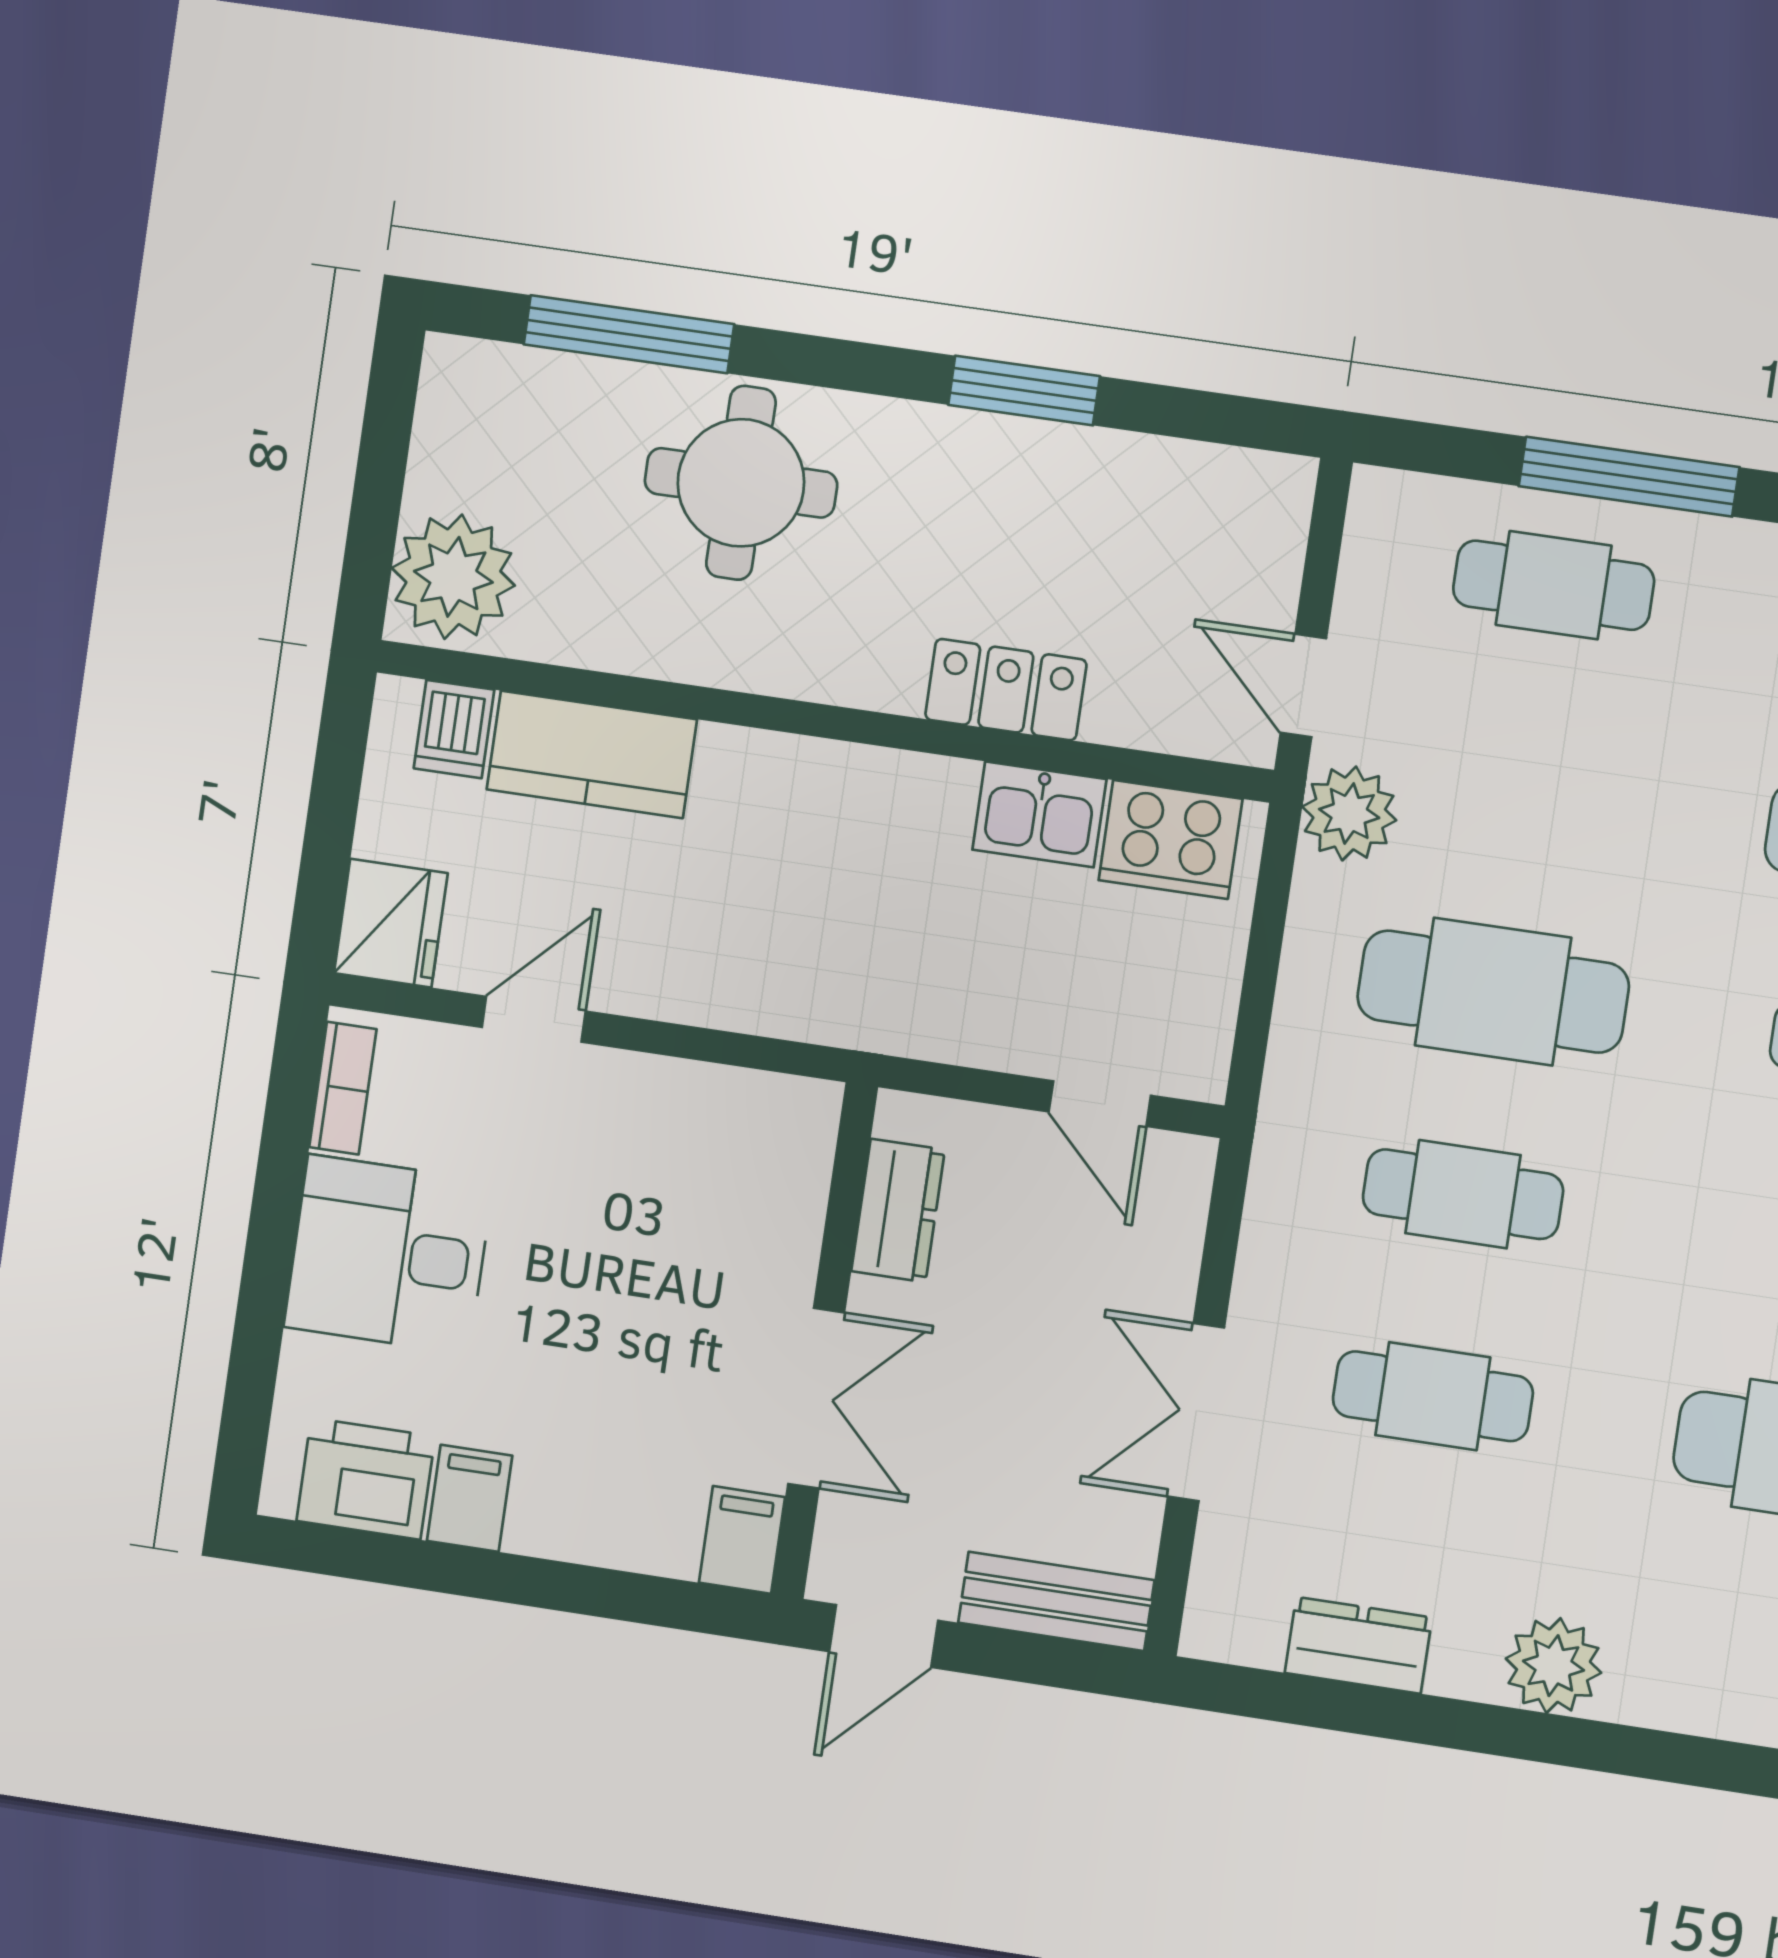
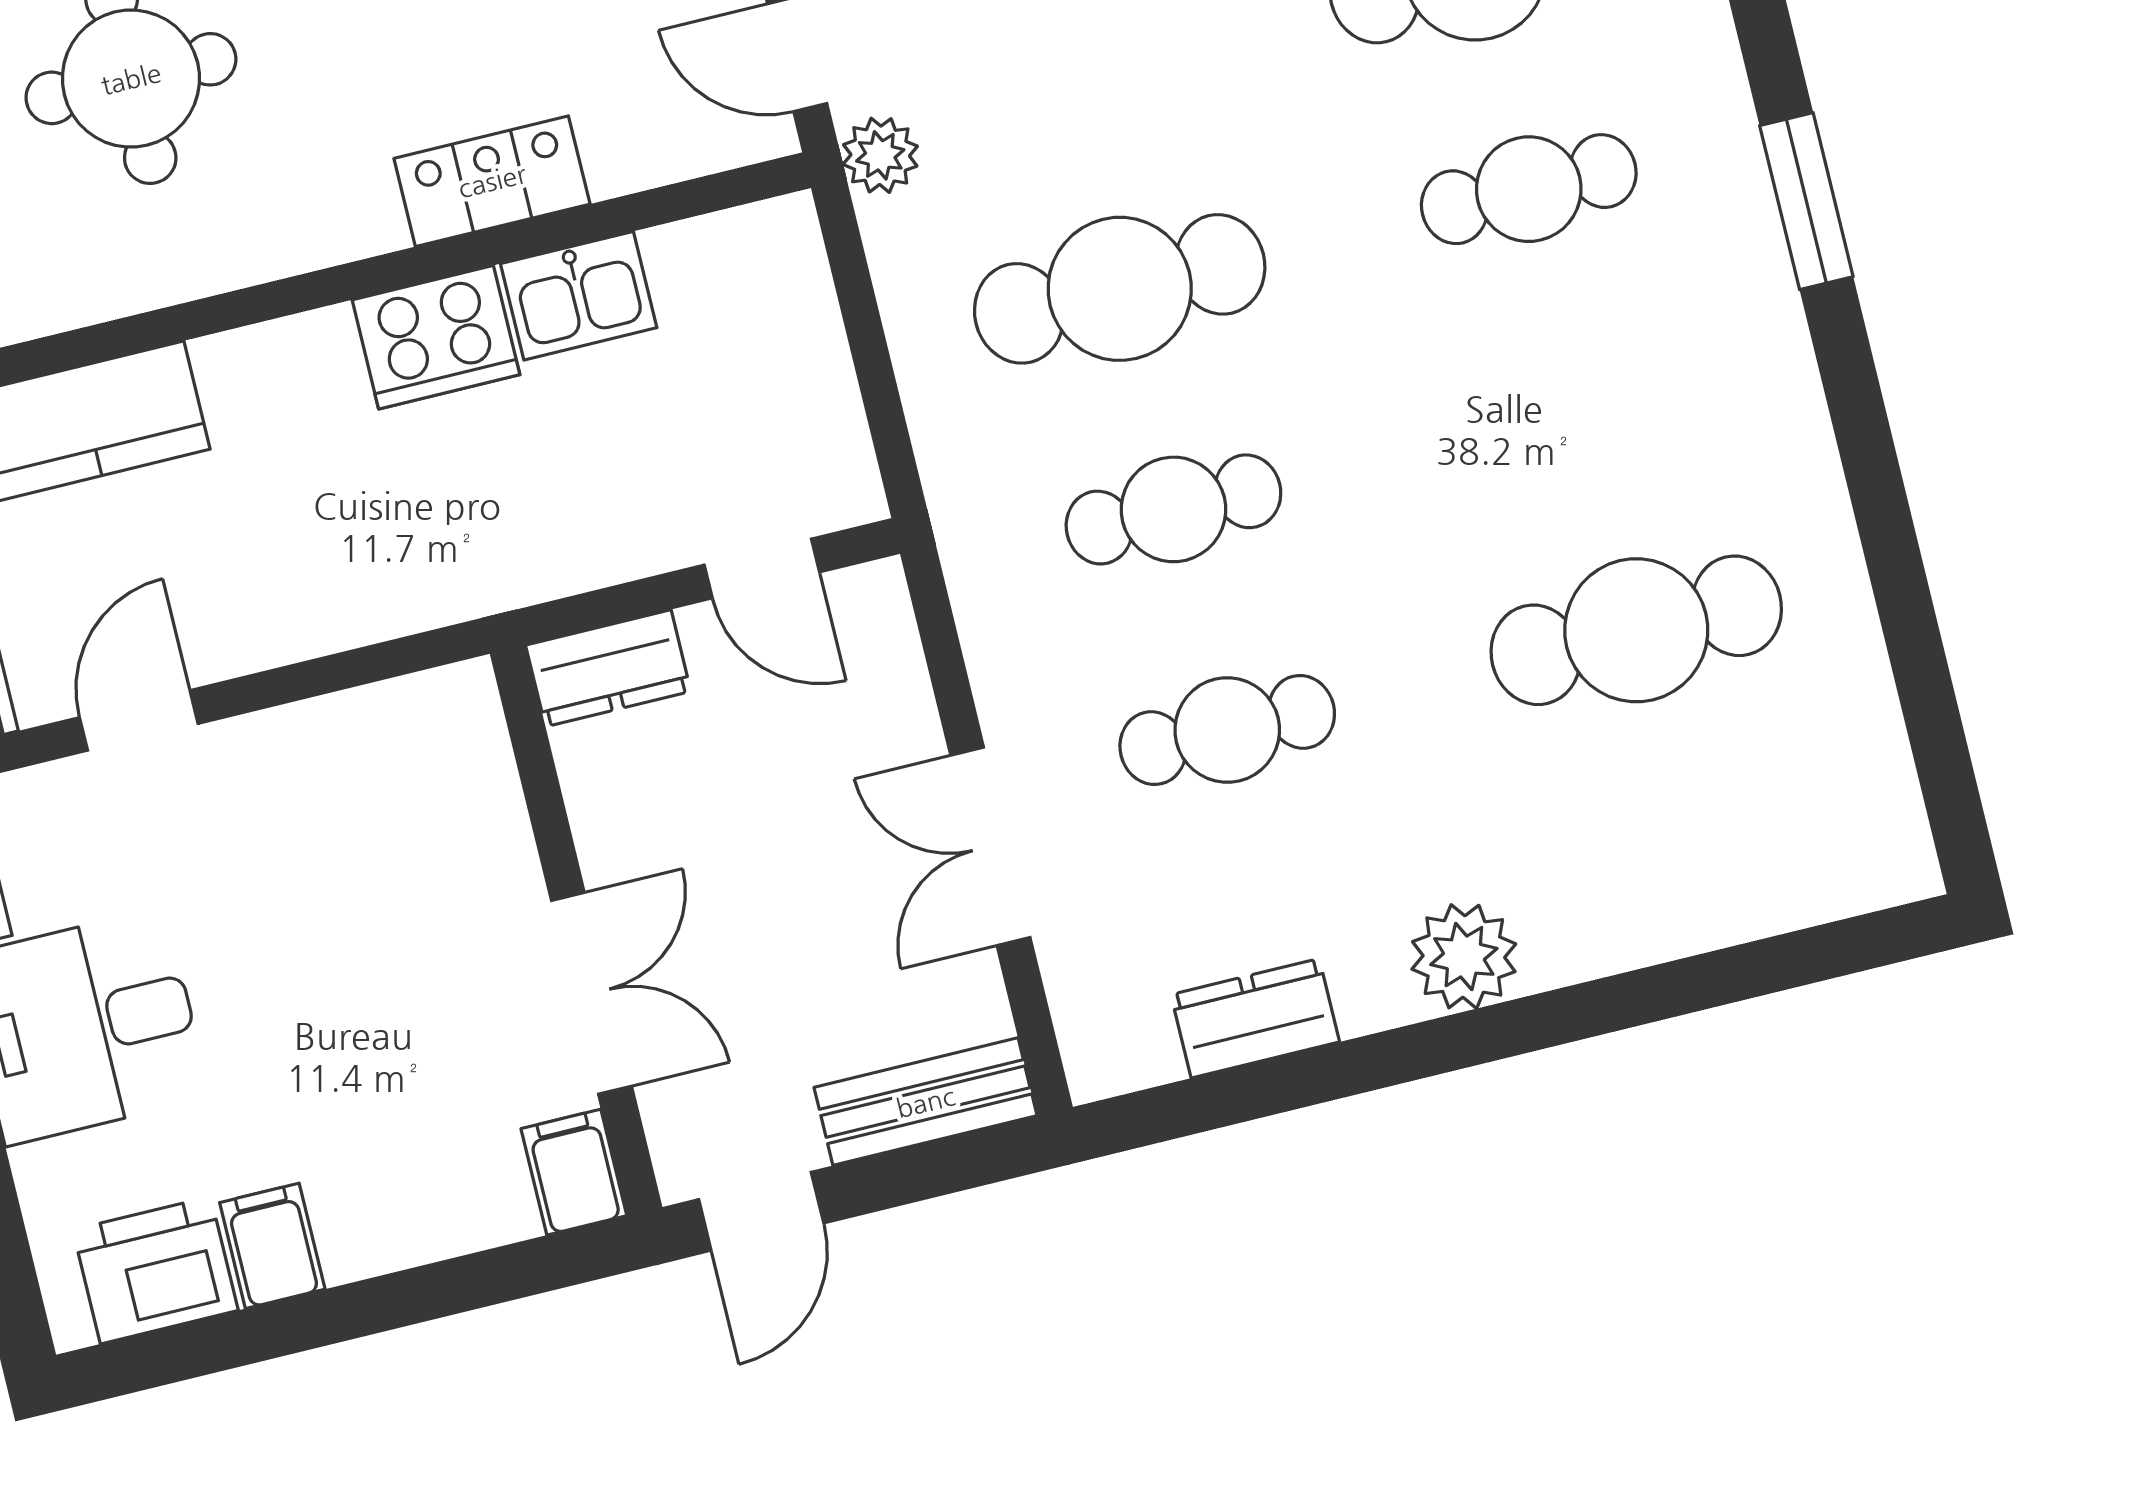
plant: (1349, 814) -> (880, 155), width x0.73, depth x0.73
cooker: (1170, 840) -> (436, 337), moved
dresser: (898, 1210) -> (608, 668), moved, turned 90

